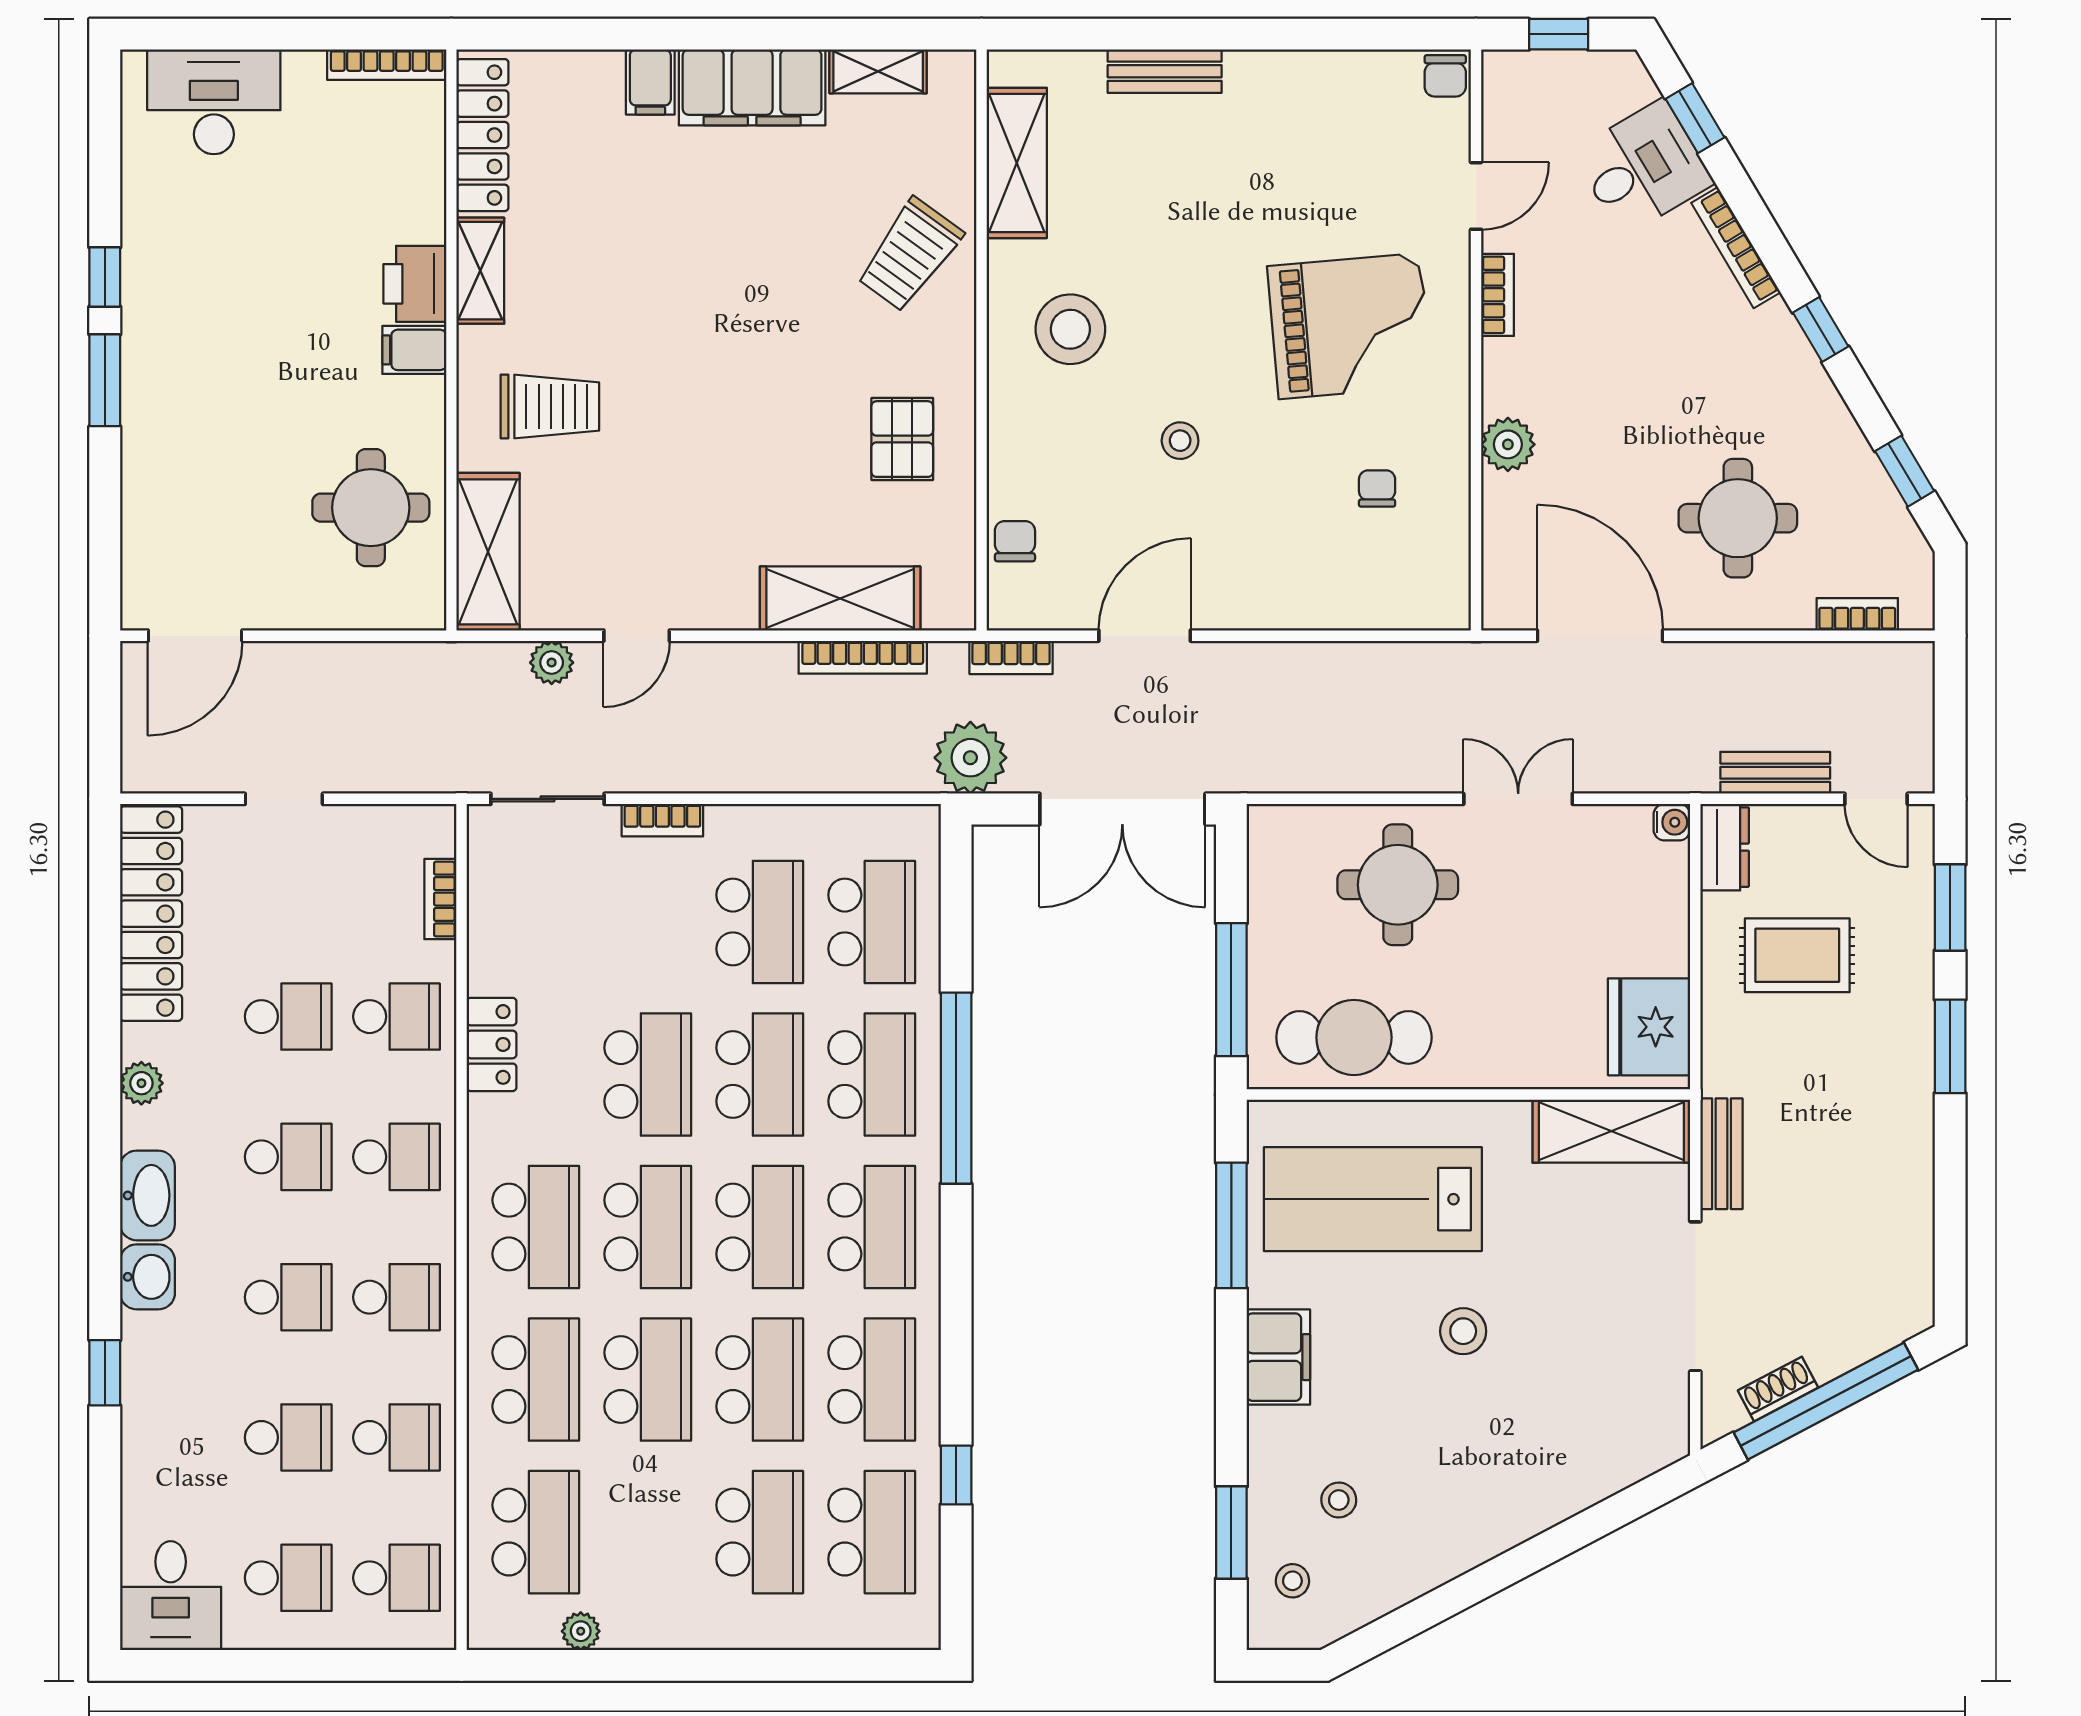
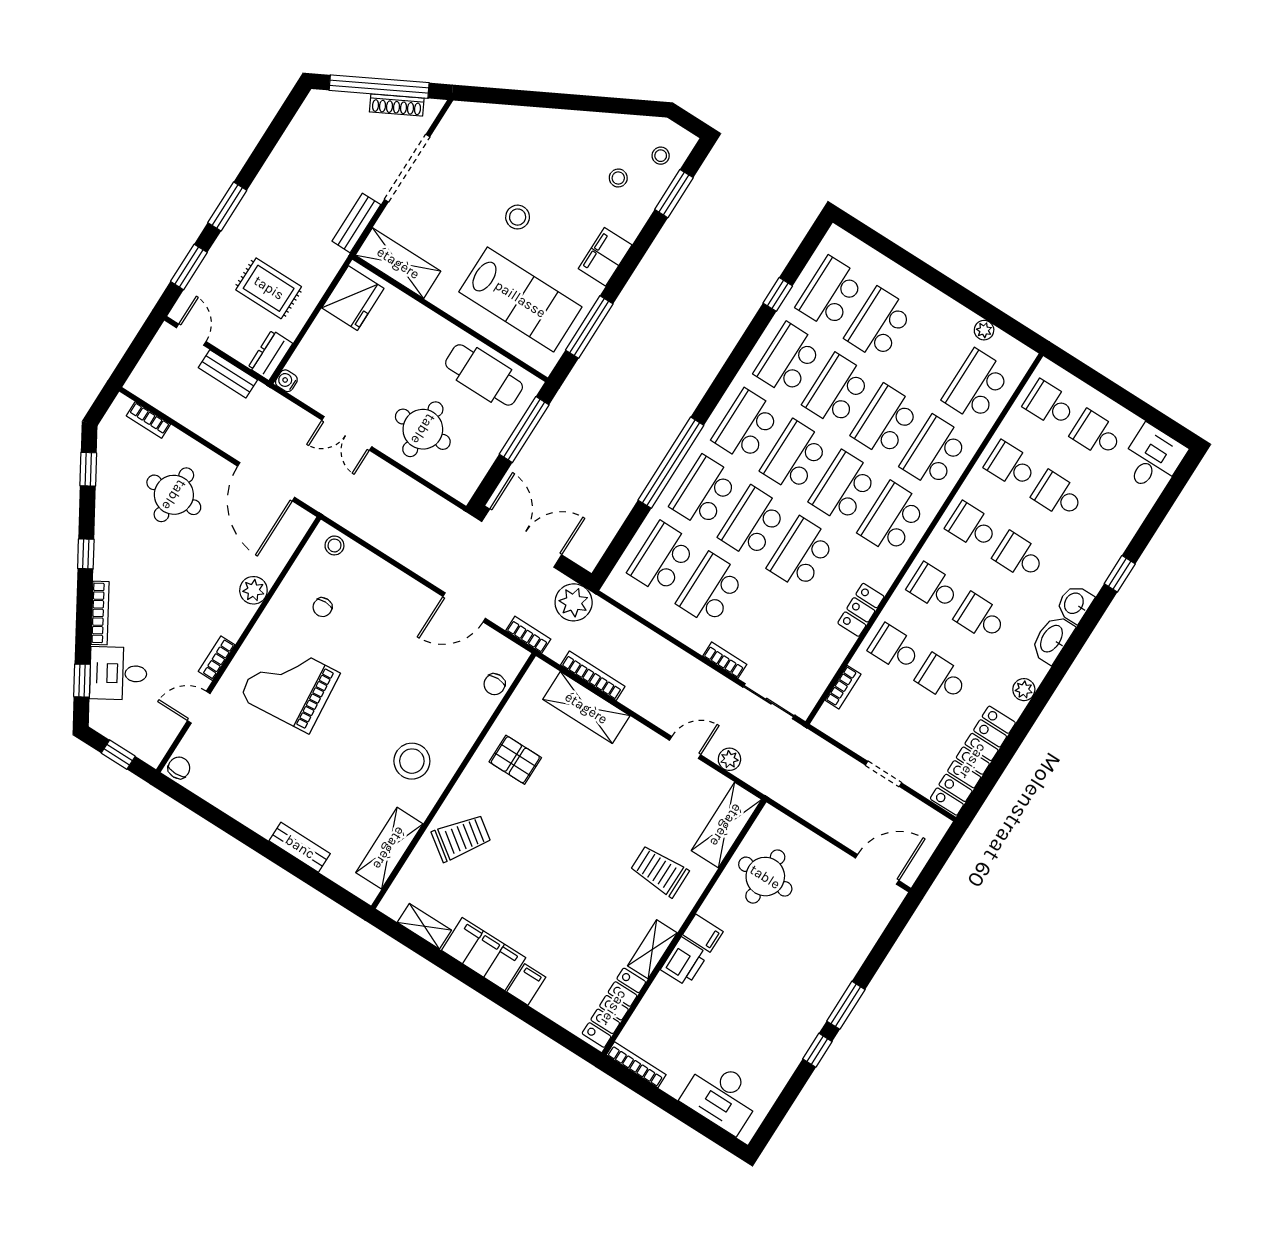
pallet: (902, 439) -> (515, 760), turned 90
stool: (1180, 441) -> (334, 545), moved
shoe rack: (1778, 1389) -> (397, 105), width x1.43

